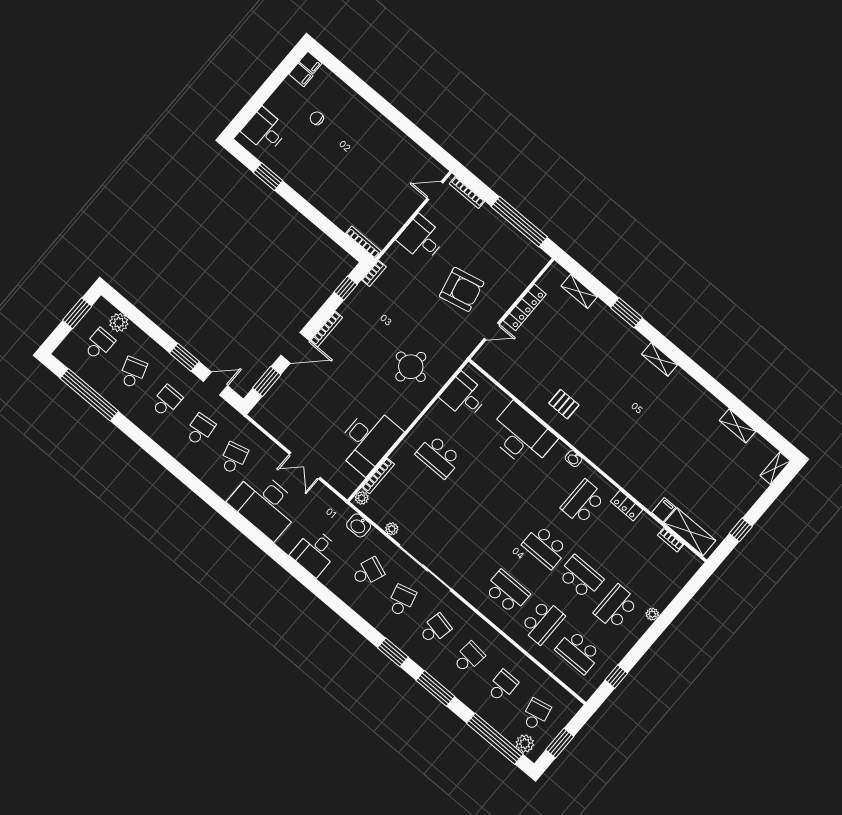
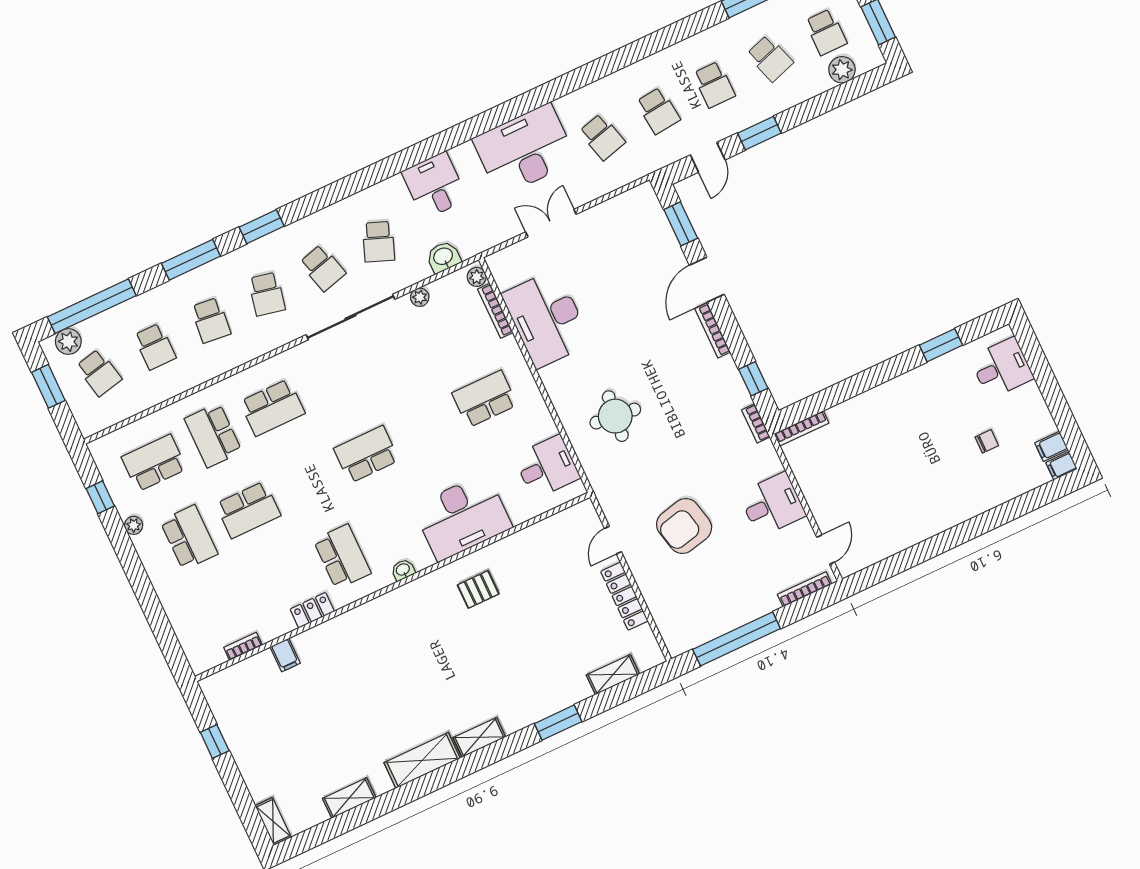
shelving: (690, 532) -> (422, 760), moved
school desk: (545, 547) -> (366, 454), moved
plant: (652, 614) -> (134, 525), moved

